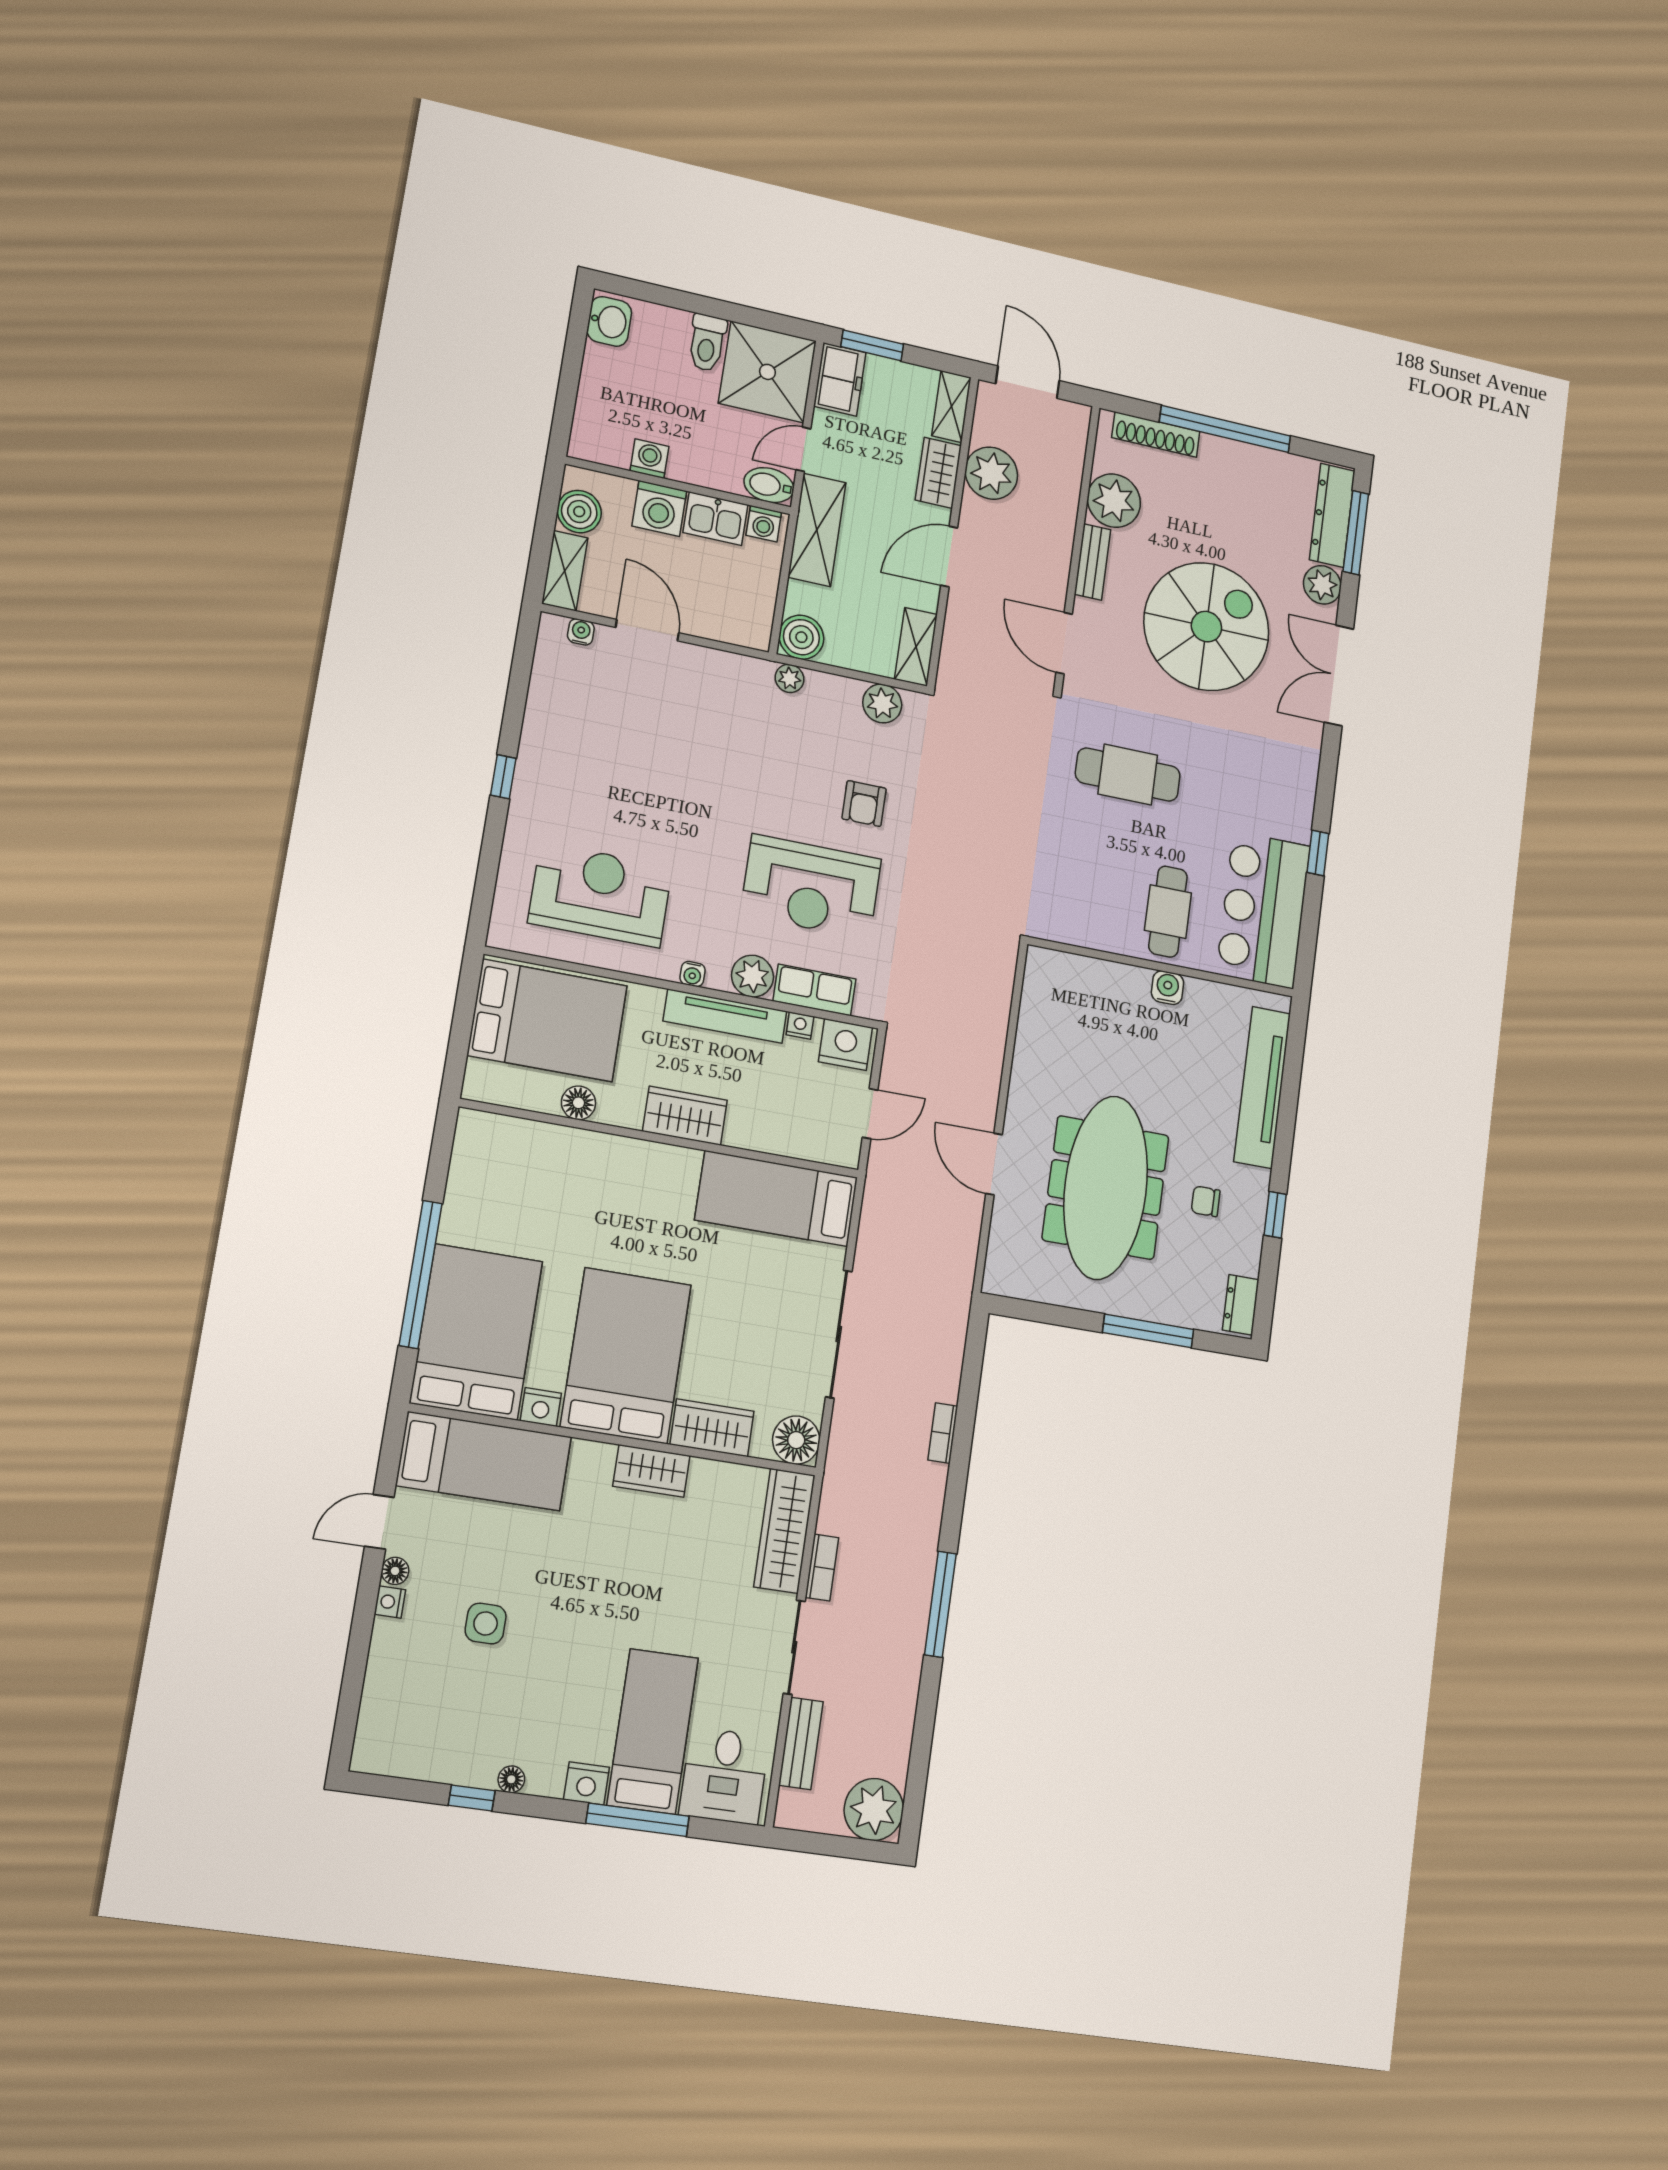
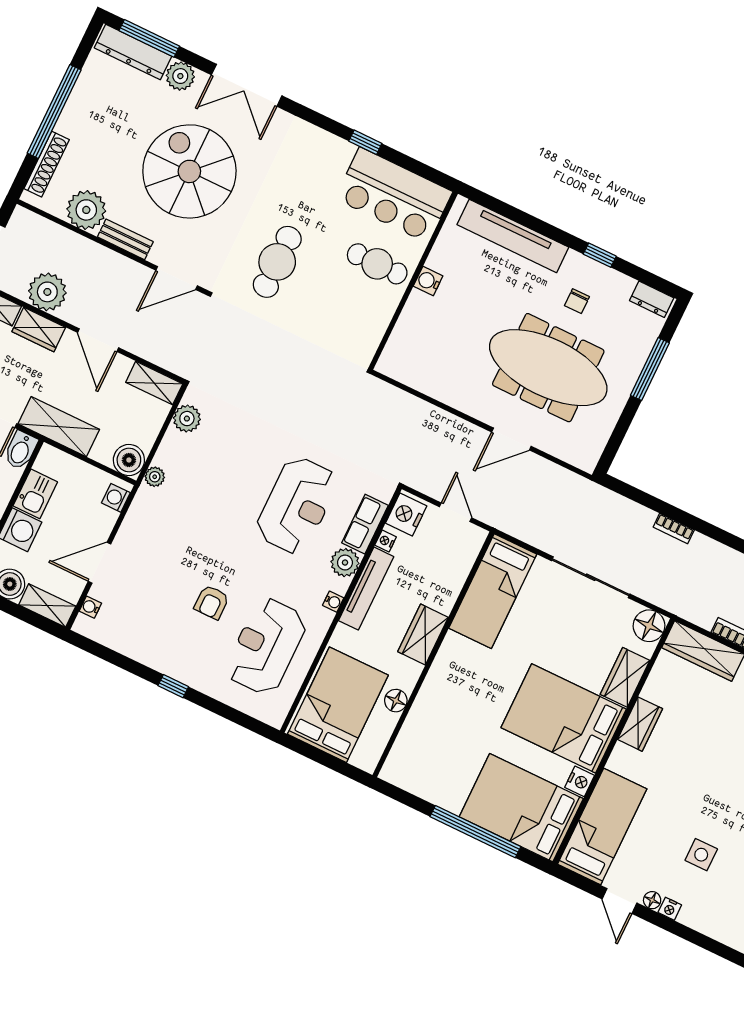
washing machine: (764, 524) -> (116, 498), moved, turned 180
armchair: (864, 804) -> (212, 602), moved, turned 90

